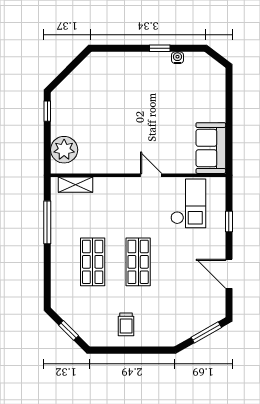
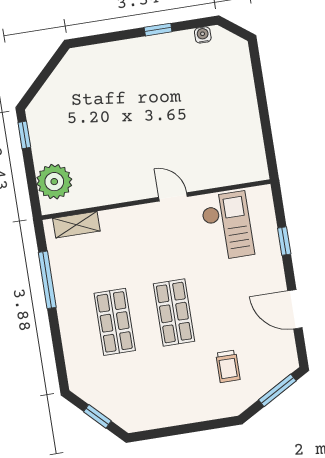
water cooler: (177, 58) -> (203, 35), moved
sofa: (211, 148) -> (245, 149), removed
trolley: (126, 324) -> (228, 366), moved

